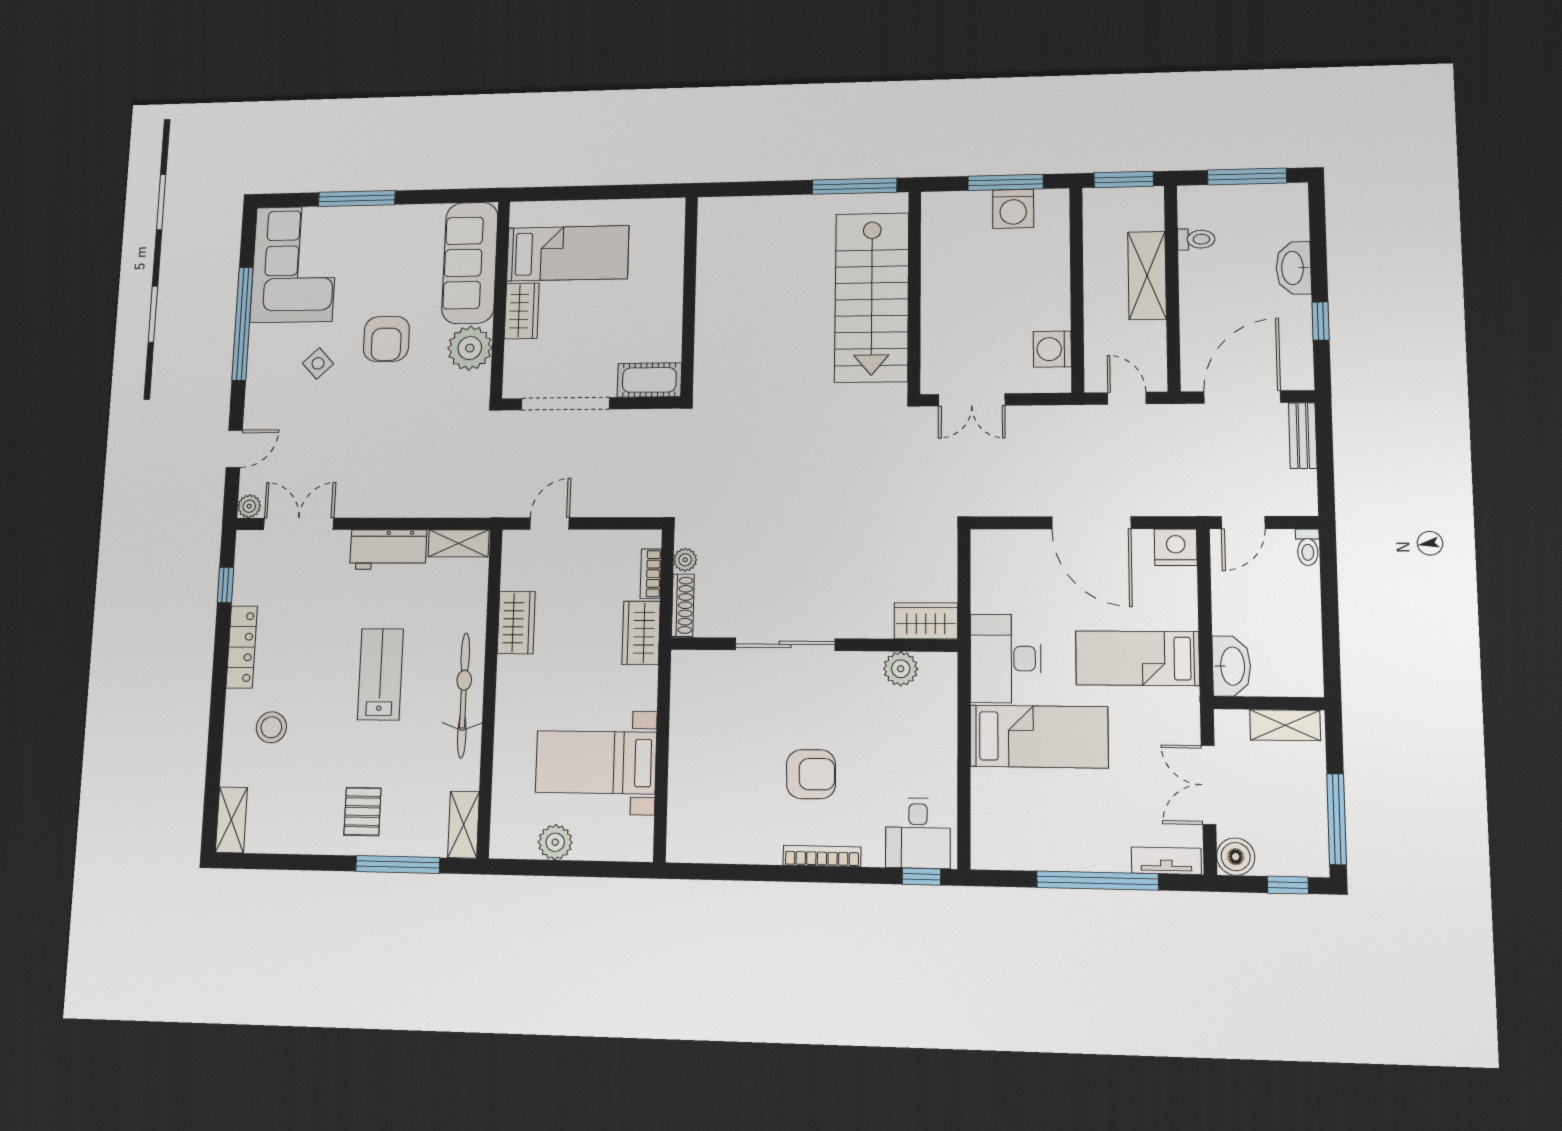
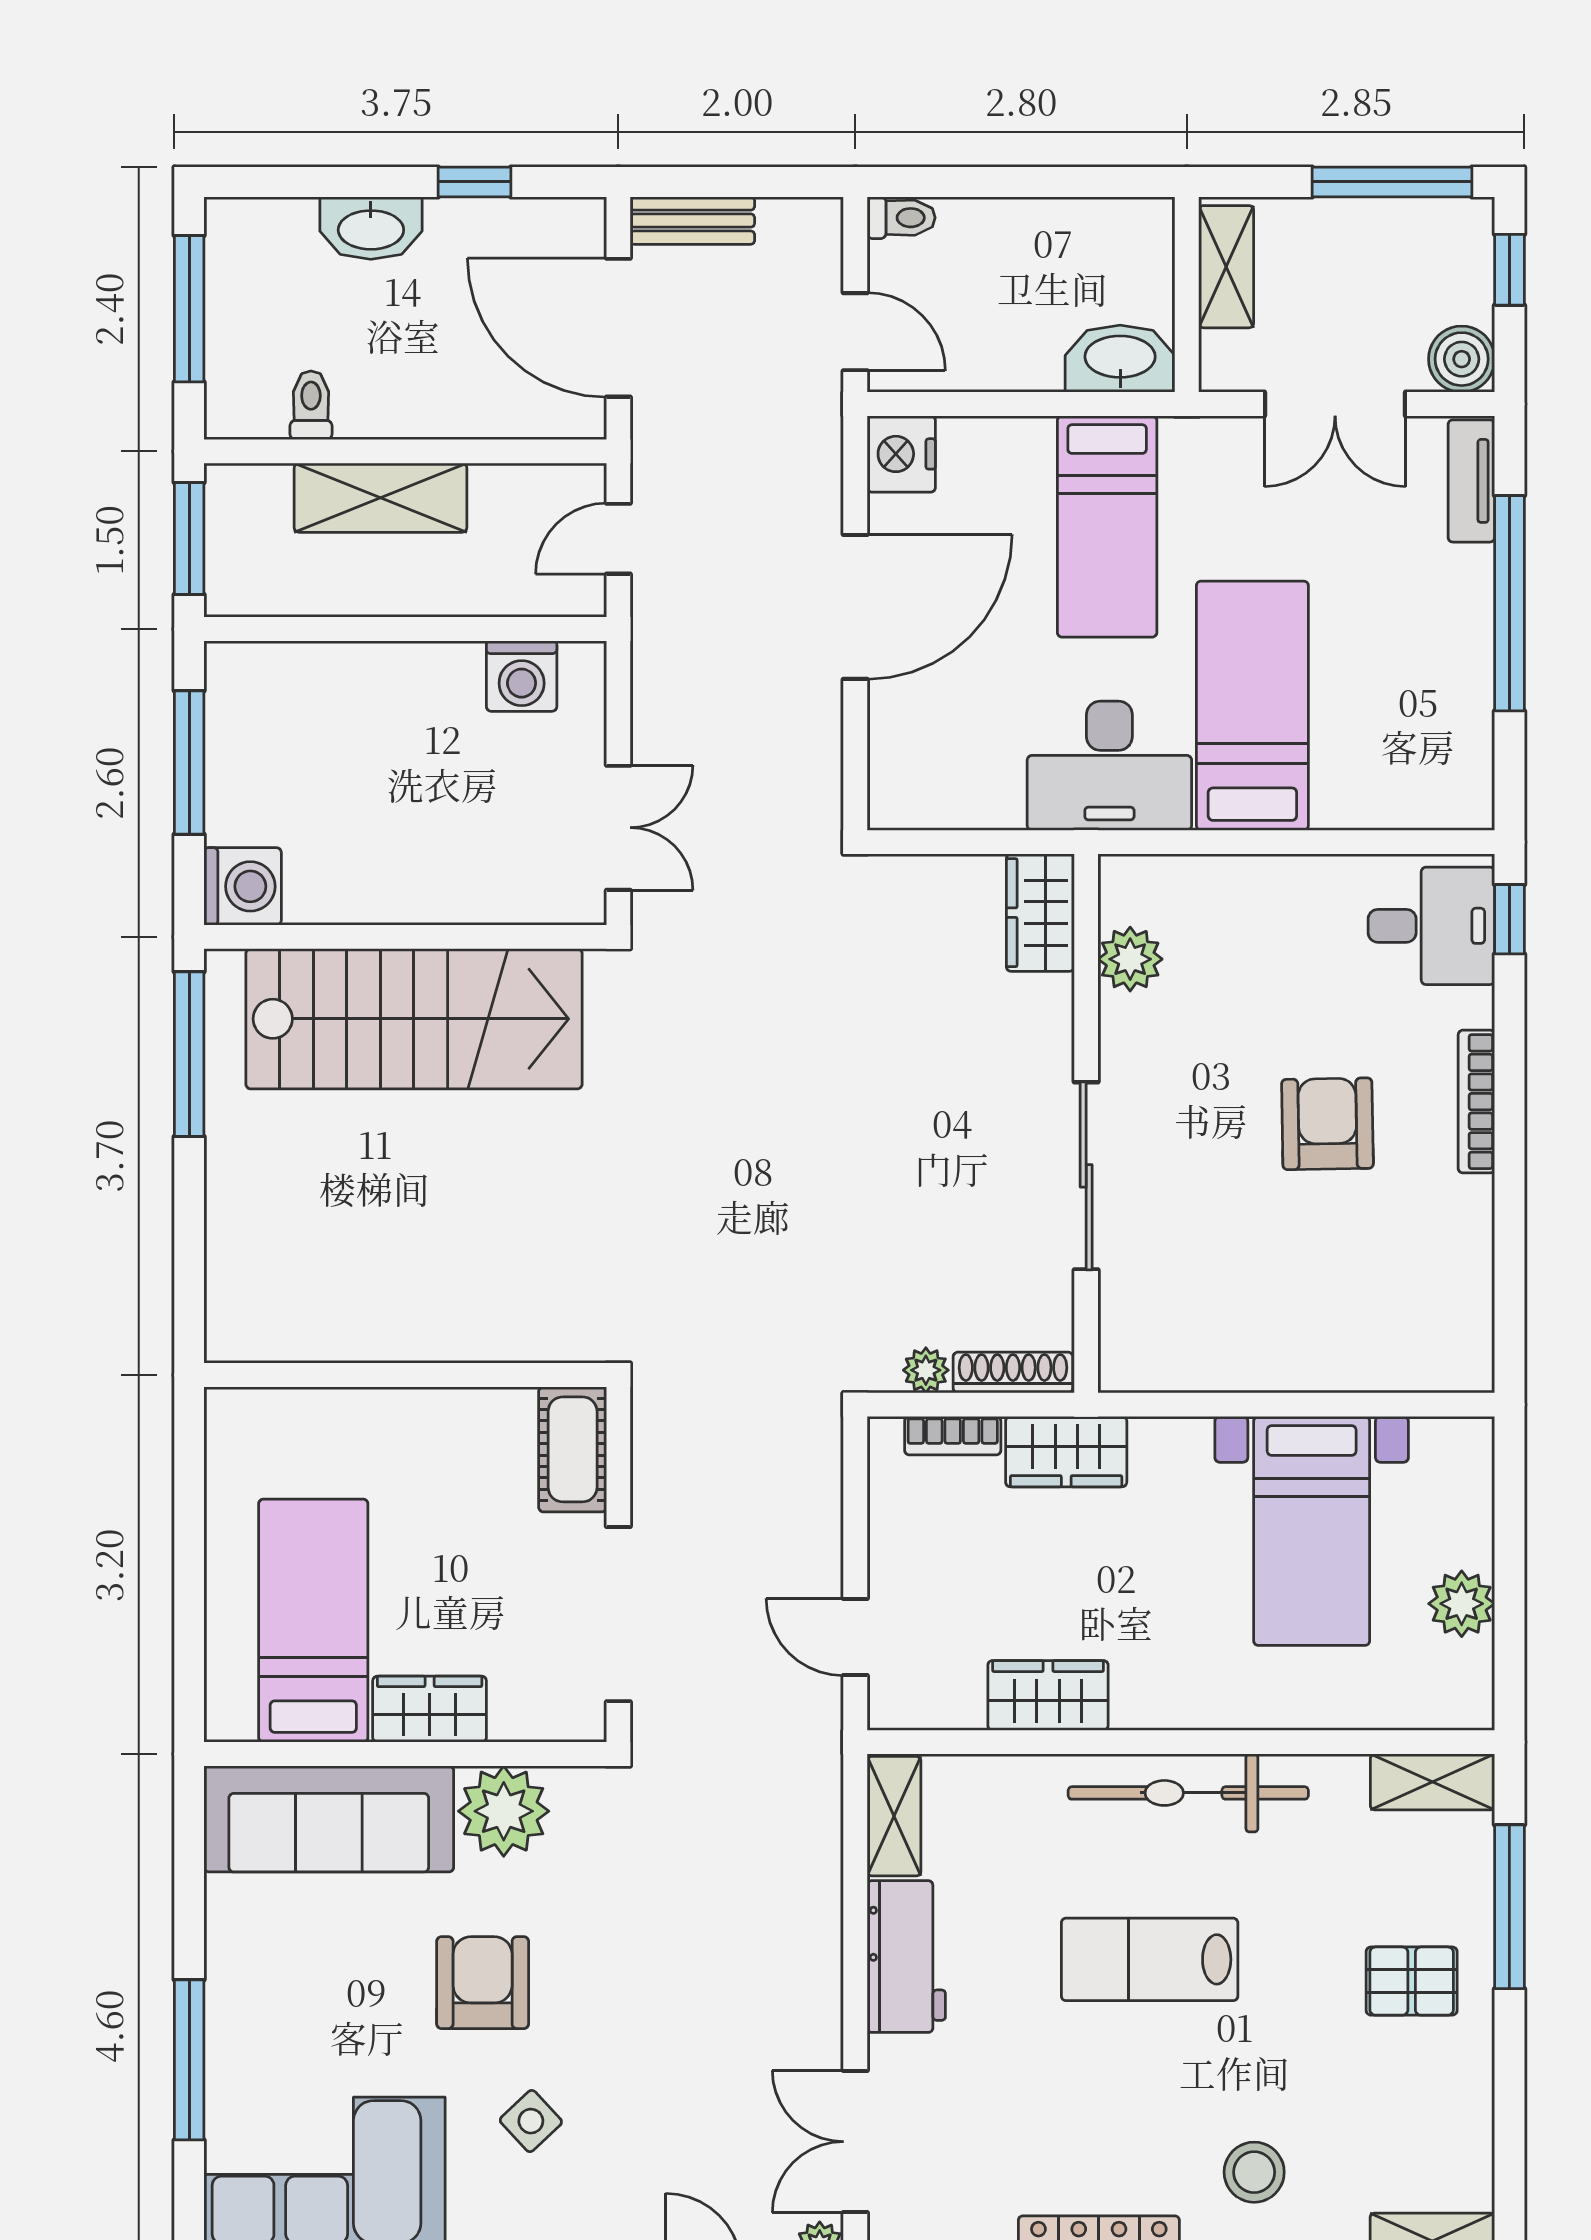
washing machine: (1013, 209) -> (243, 886), moved
armchair: (386, 339) -> (483, 1983), turned -90

